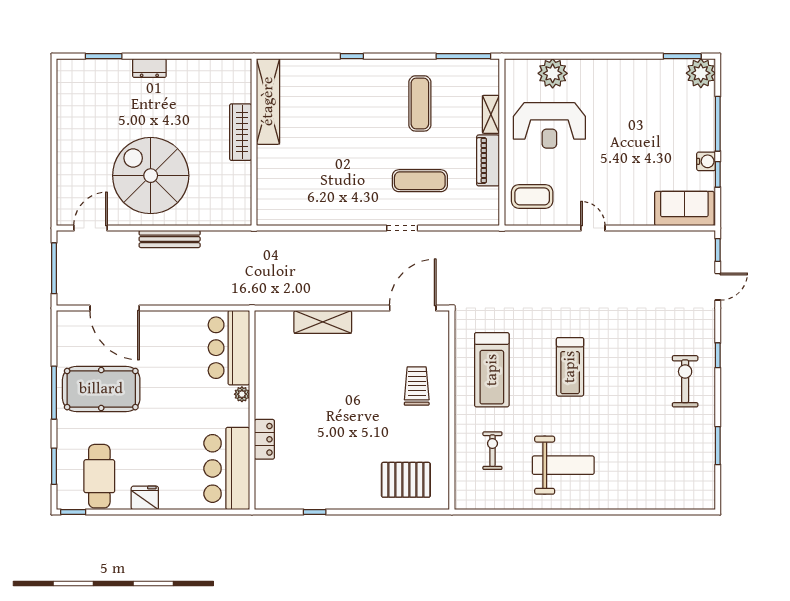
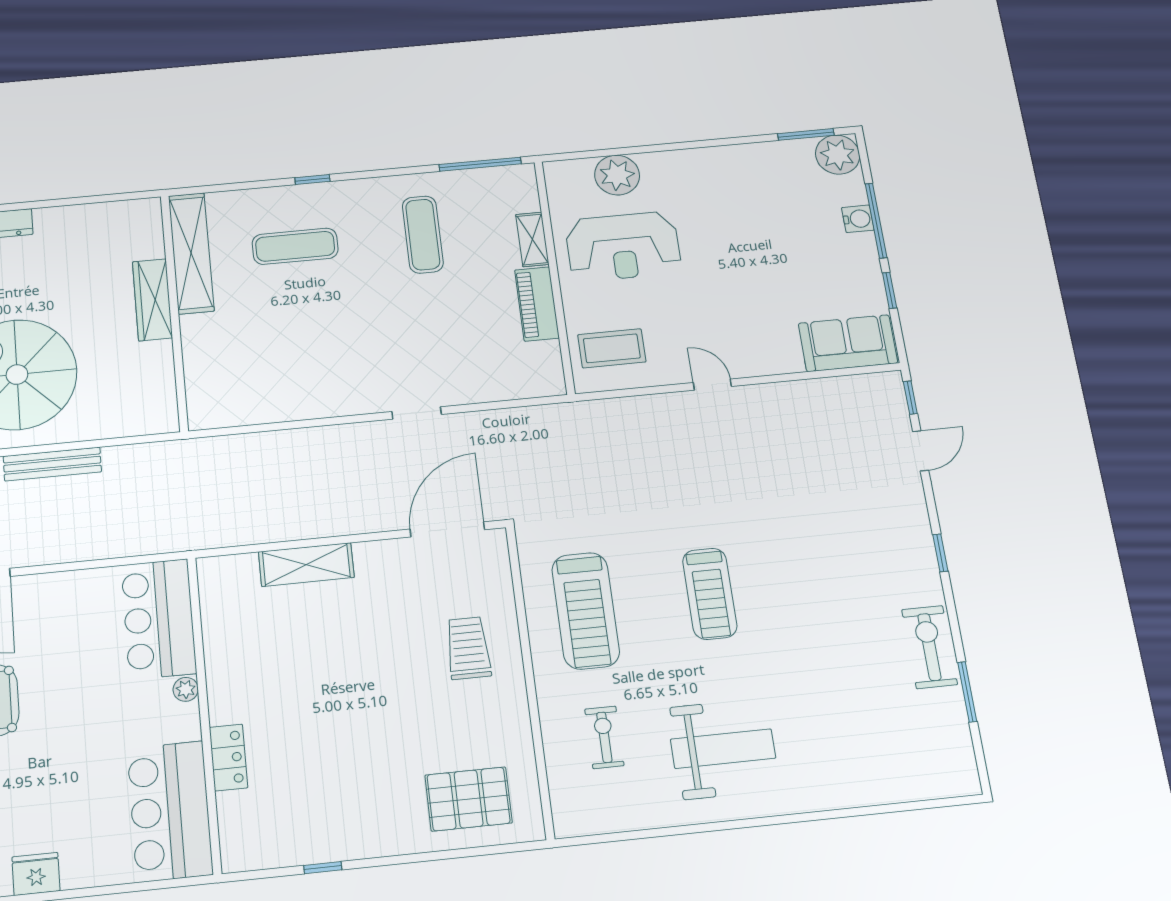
water cooler: (706, 161) -> (858, 219), moved
exercise mat: (420, 181) -> (295, 246), moved
exercise bike: (685, 381) -> (930, 647), moved

